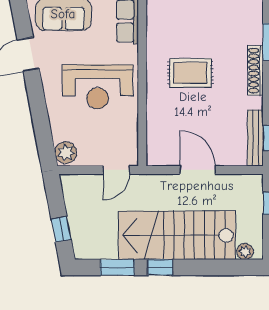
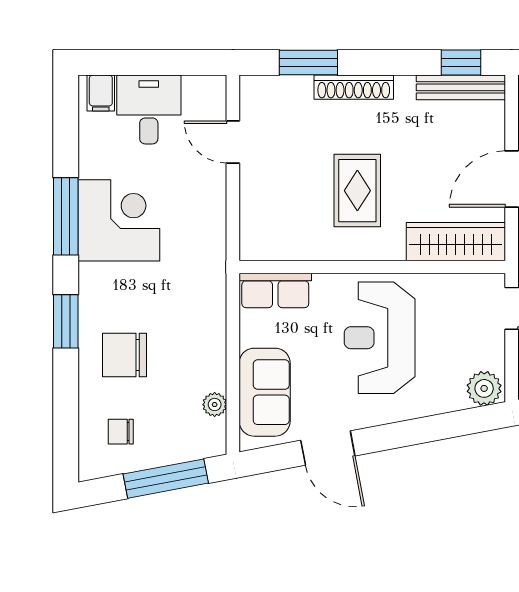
reception desk: (98, 87) -> (380, 338), turned 180
wardrobe: (158, 135) -> (456, 242), added

